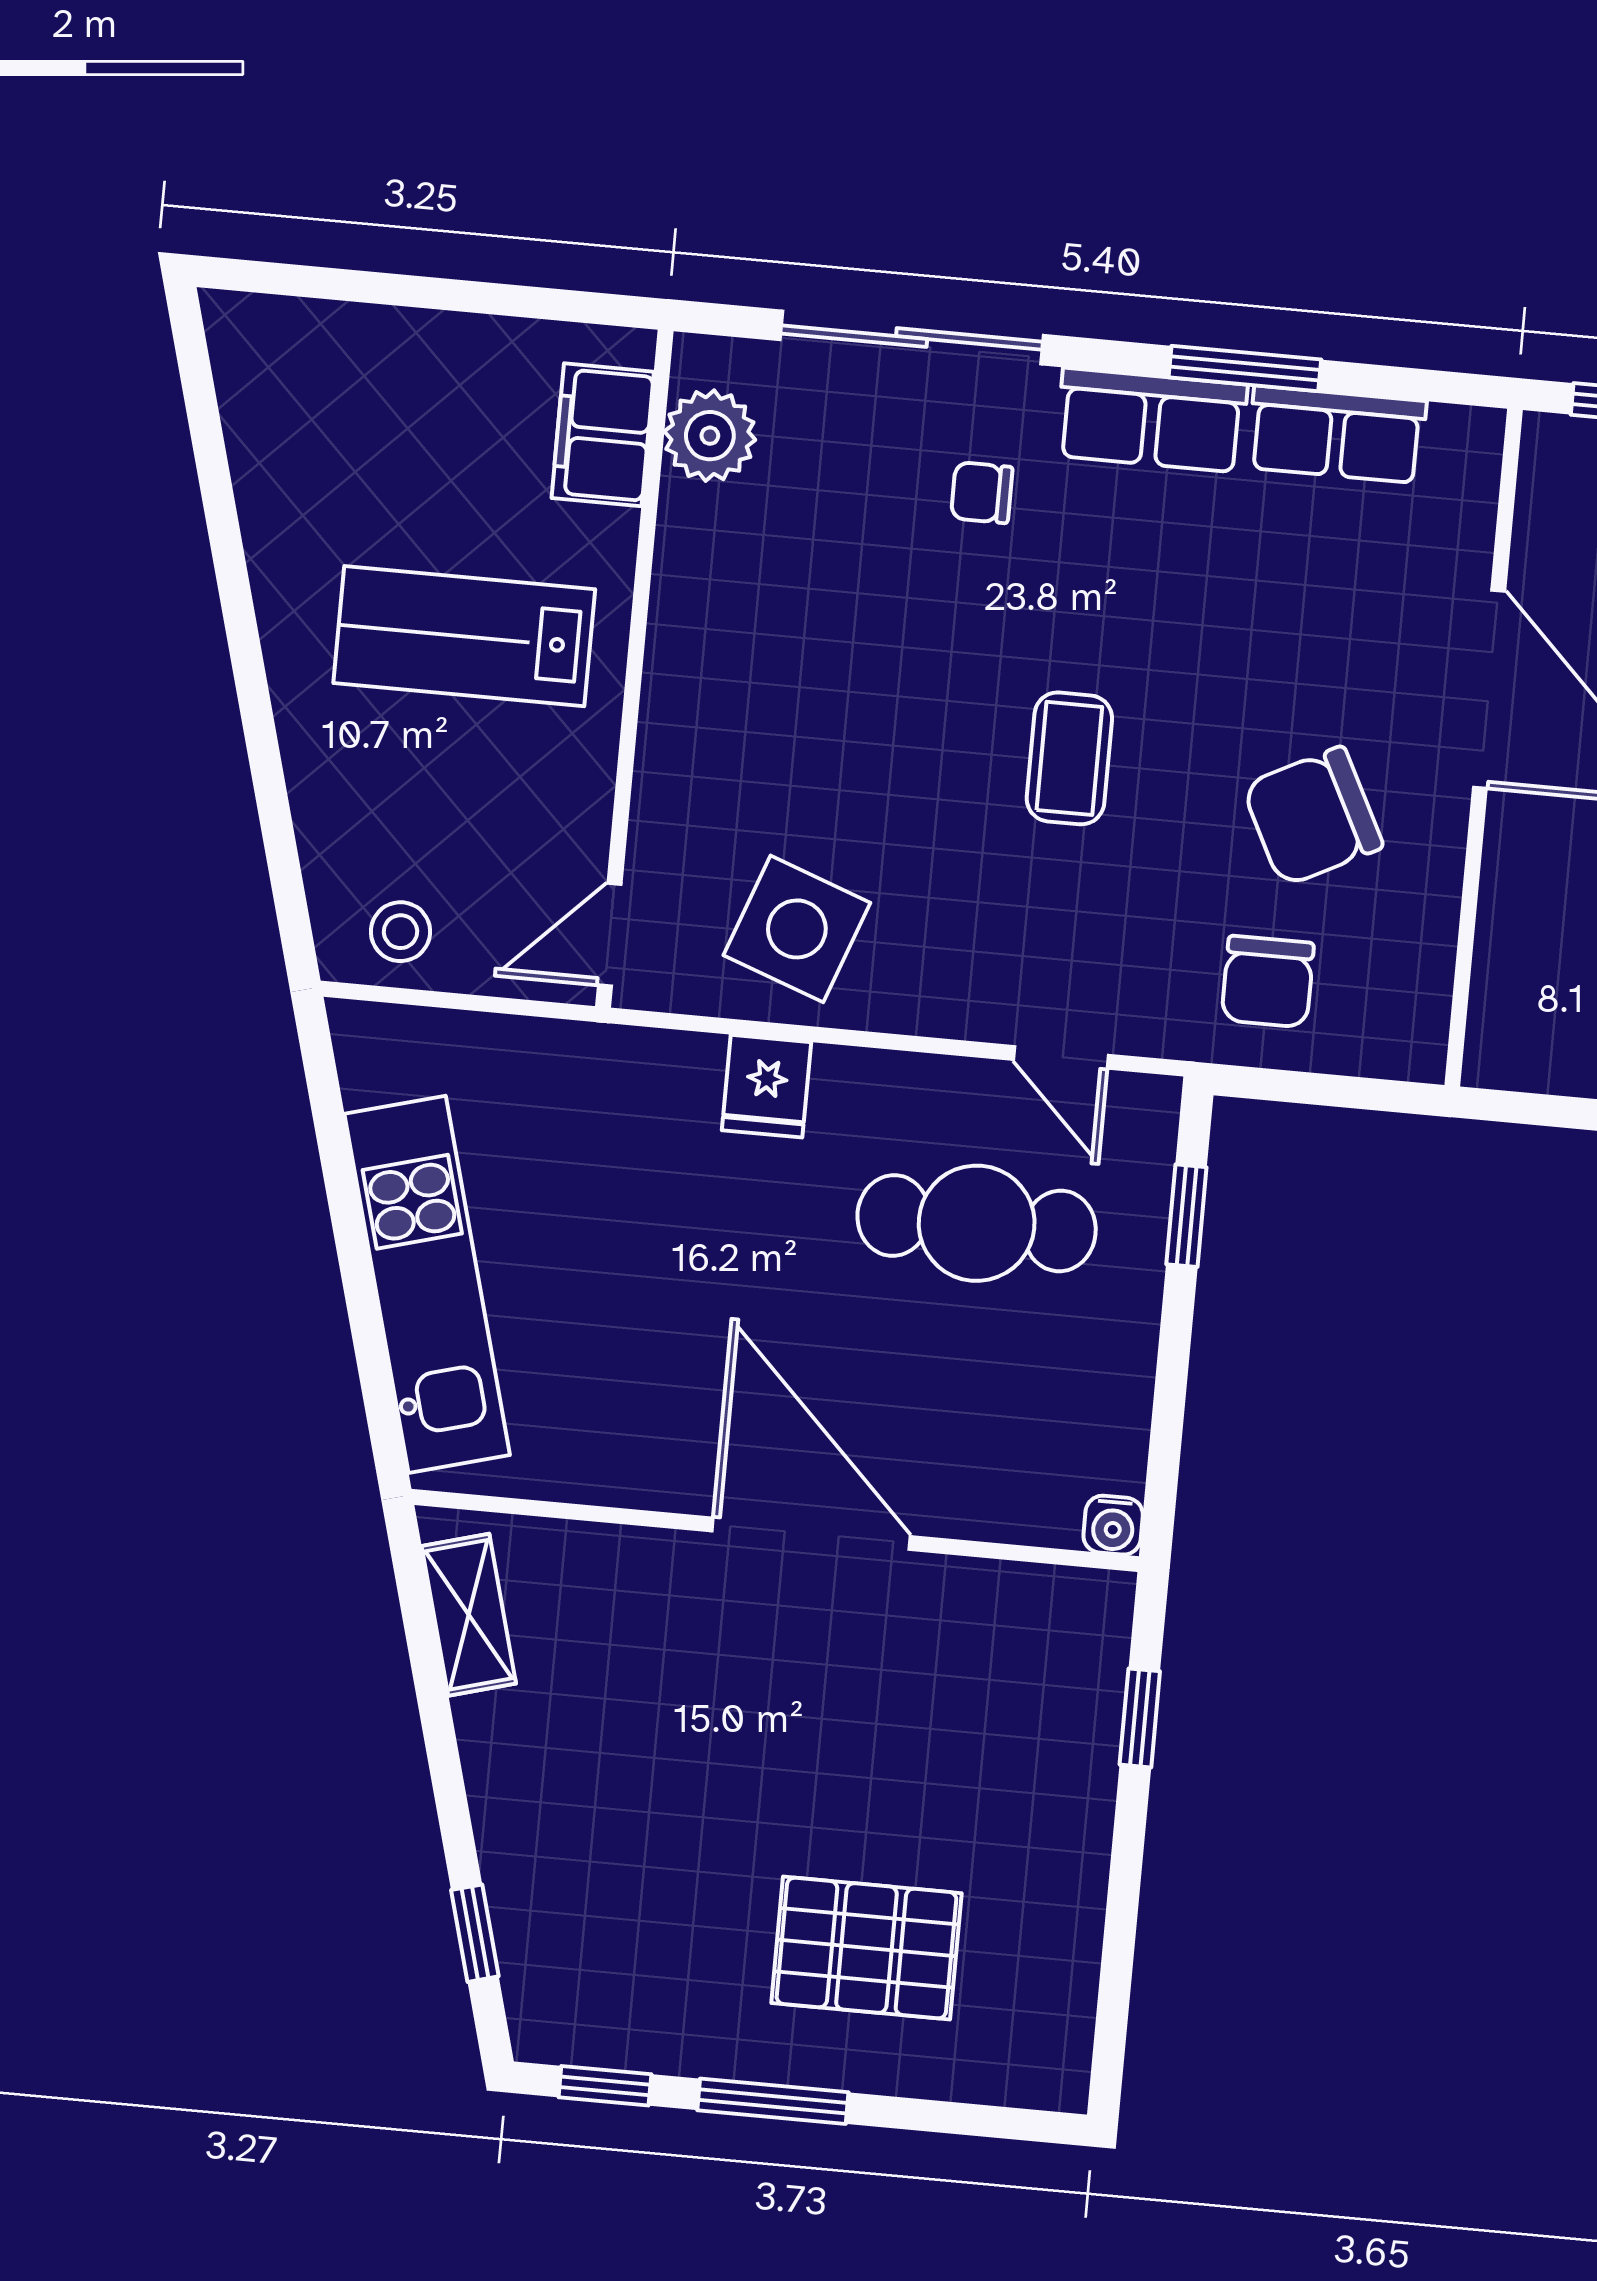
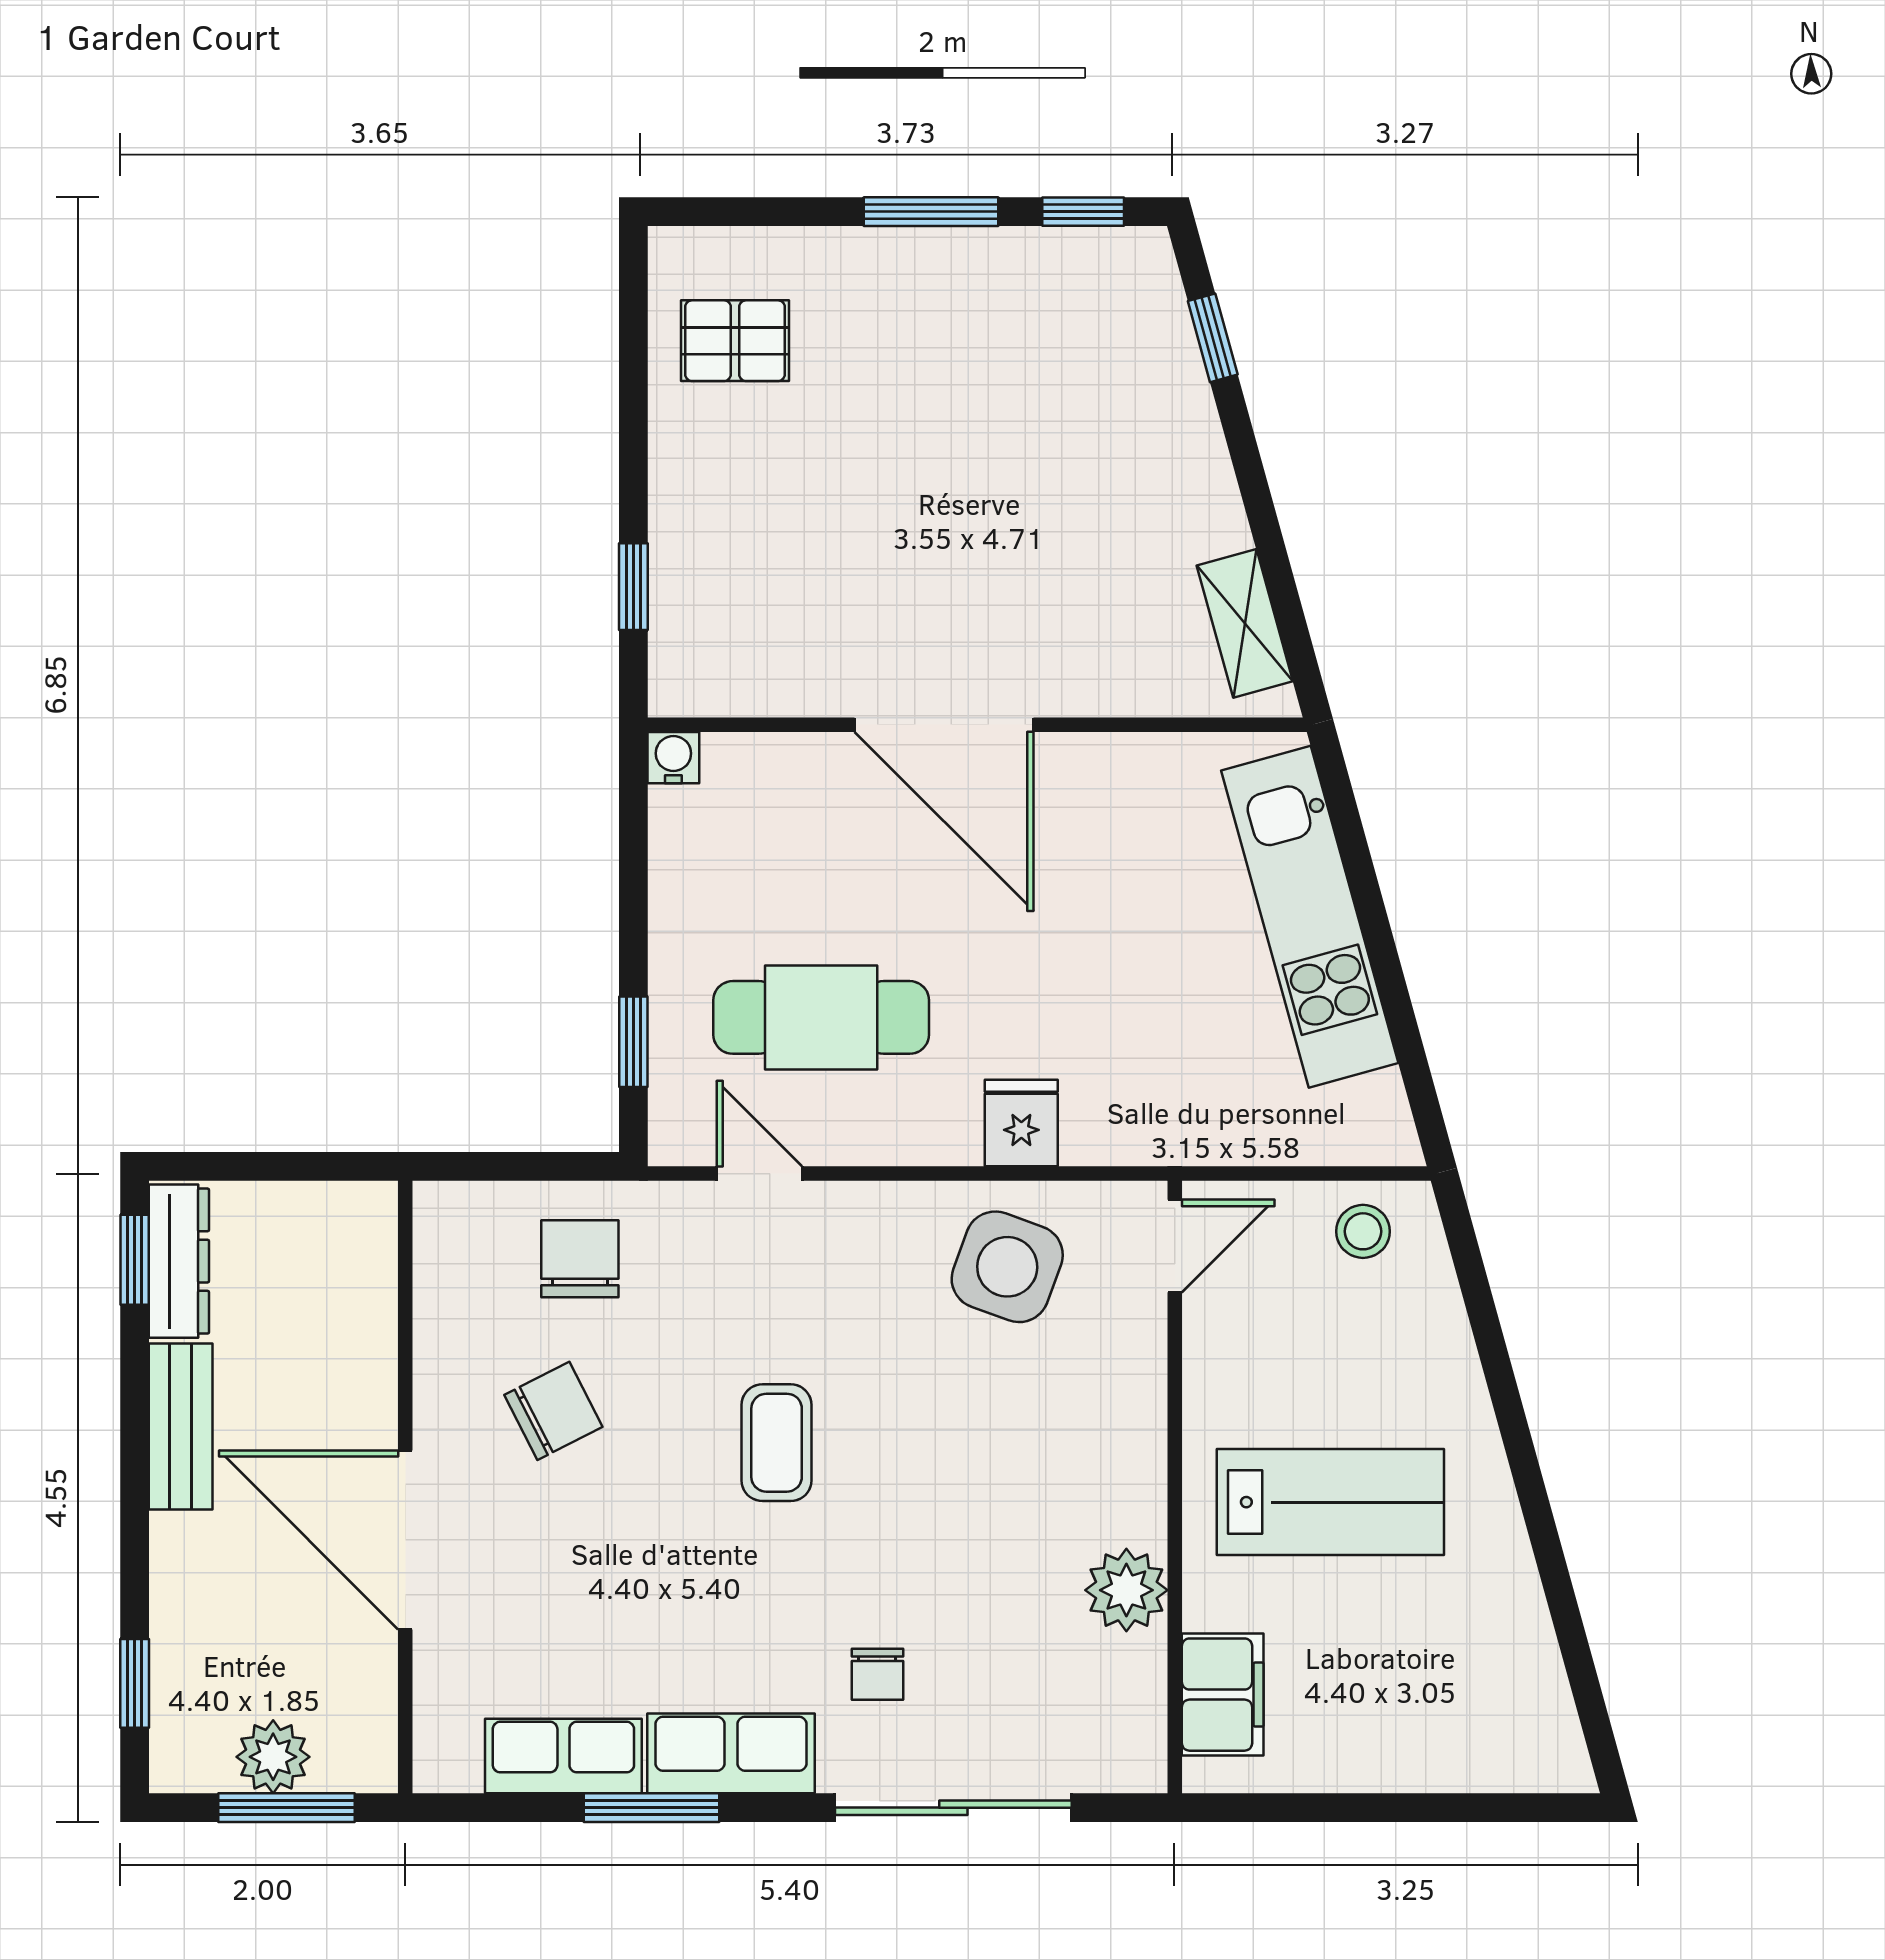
plant: (710, 436) -> (1126, 1590), moved
chair: (982, 493) -> (877, 1674), turned 90
chair: (1313, 816) -> (553, 1411), width x0.73, depth x0.73
pallet: (866, 1948) -> (735, 341), moved, width x0.67, depth x0.71

